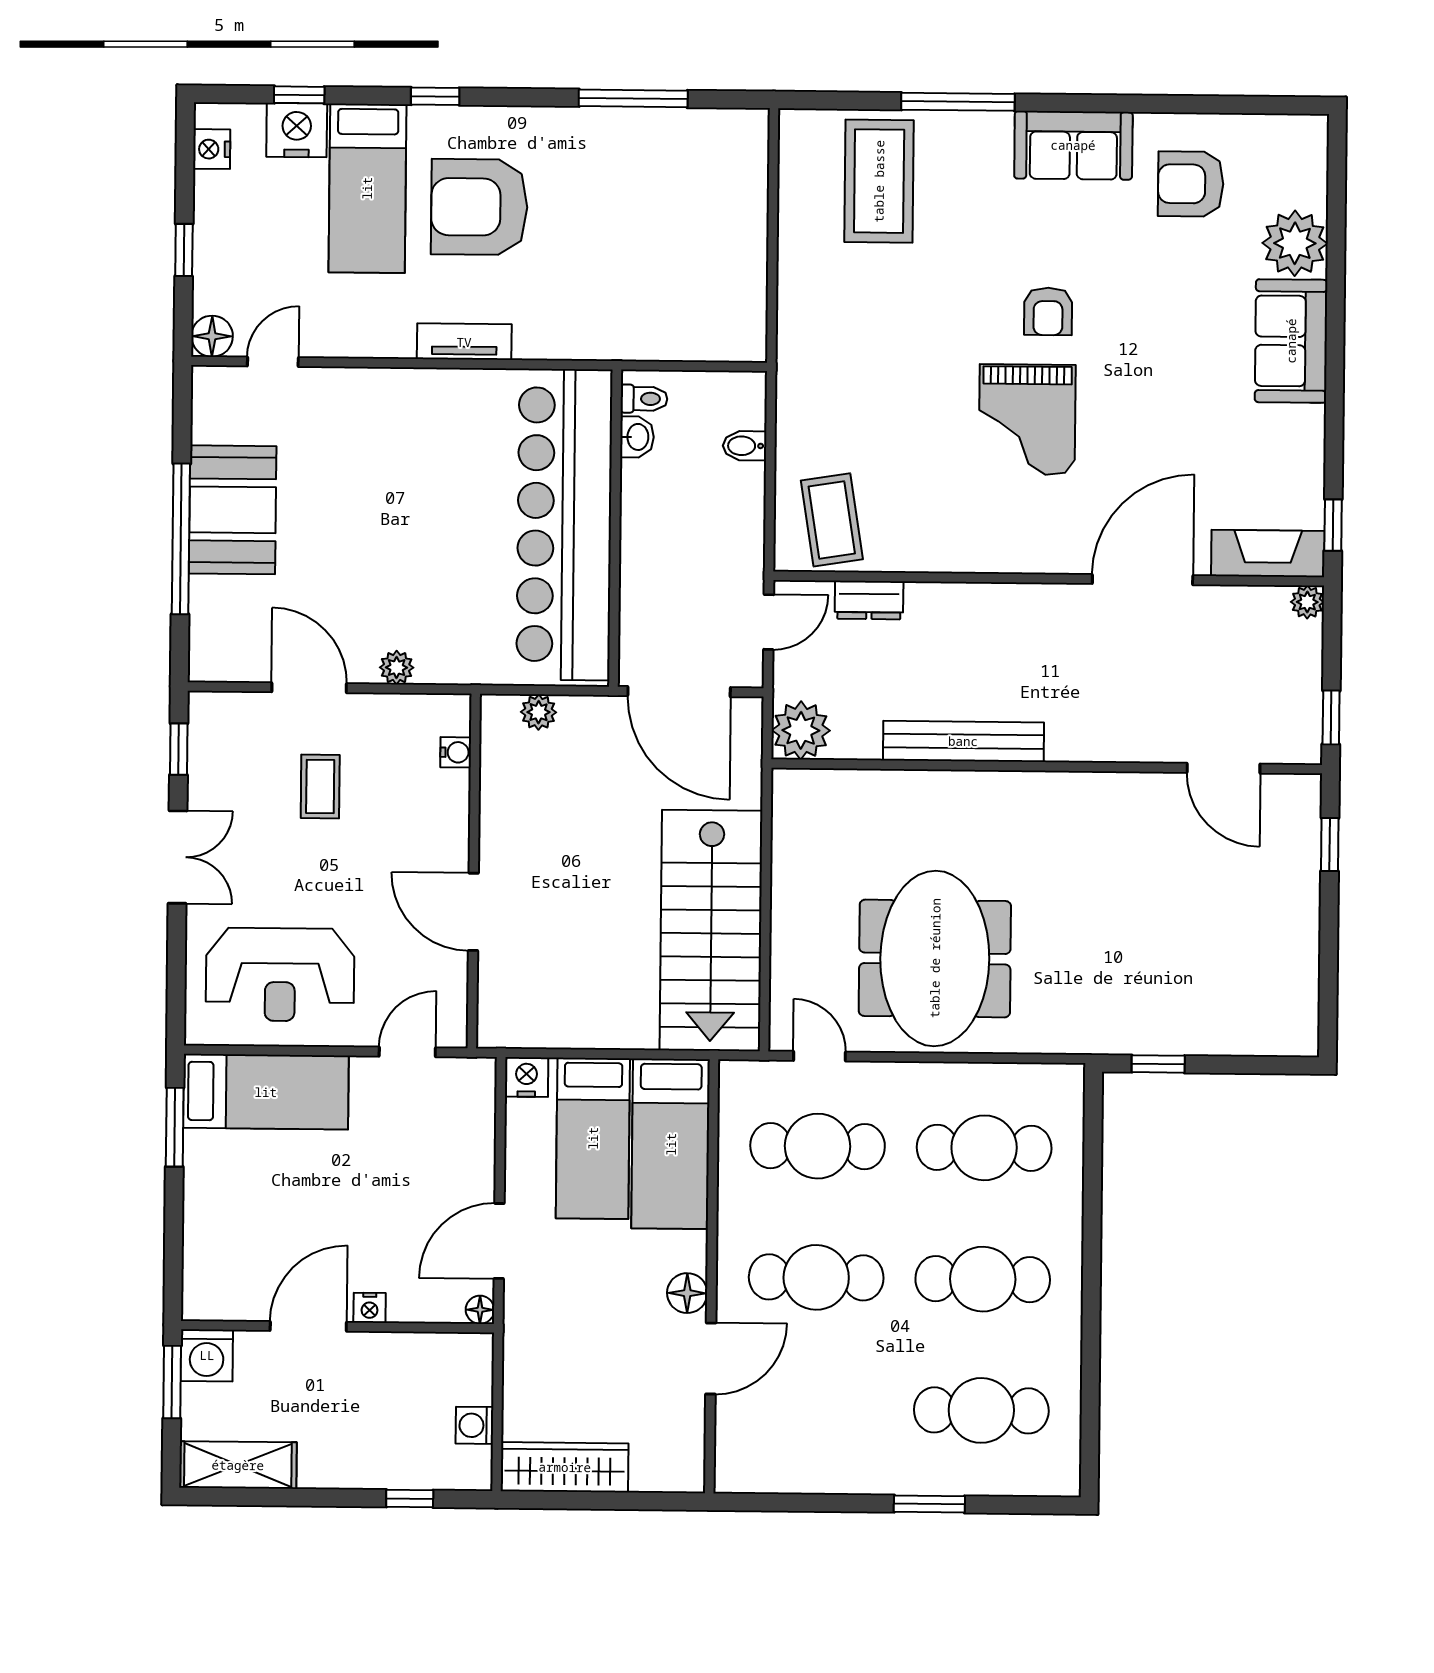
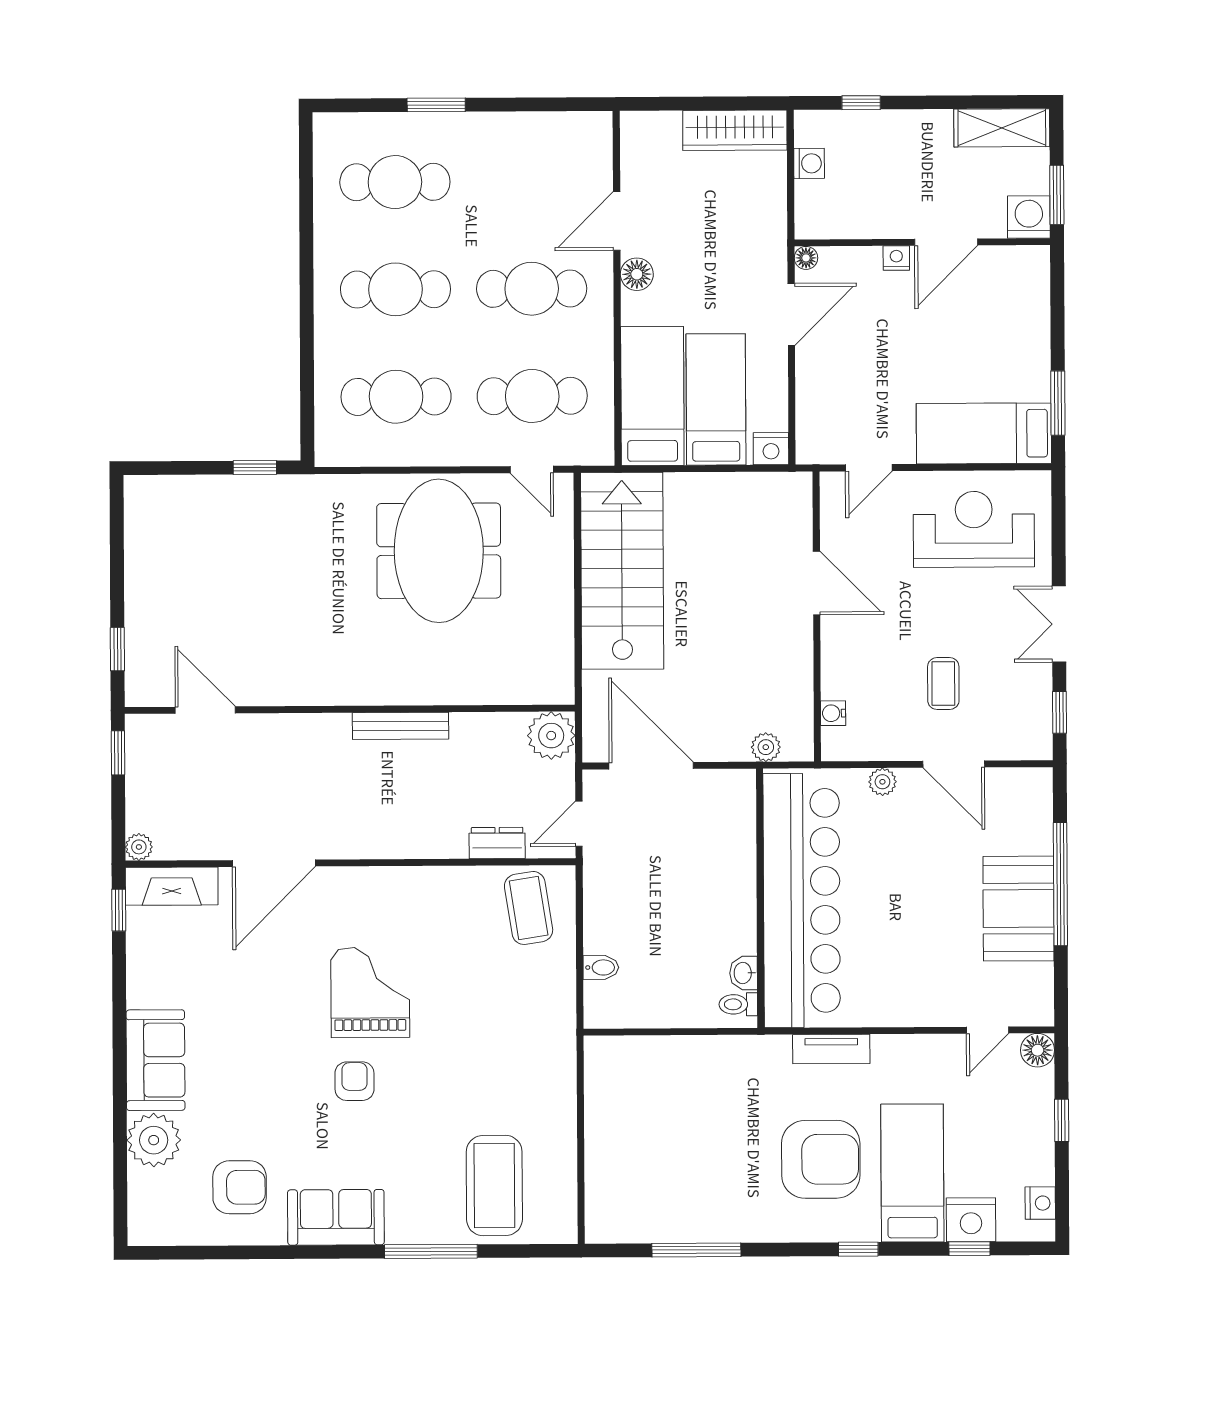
toilet: (644, 399) -> (738, 1004), moved
washbasin: (637, 437) -> (744, 973), moved
bar counter: (564, 525) -> (802, 900), moved
wall: (615, 528) -> (760, 898), moved
bench: (963, 741) -> (400, 726), width x0.73, depth x0.82

